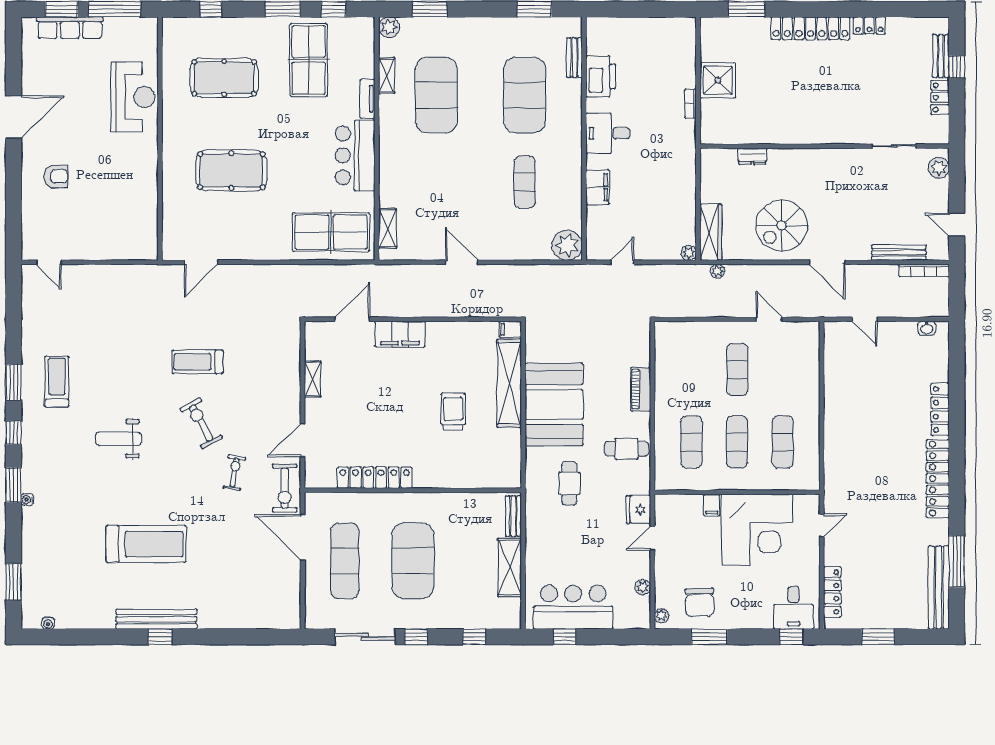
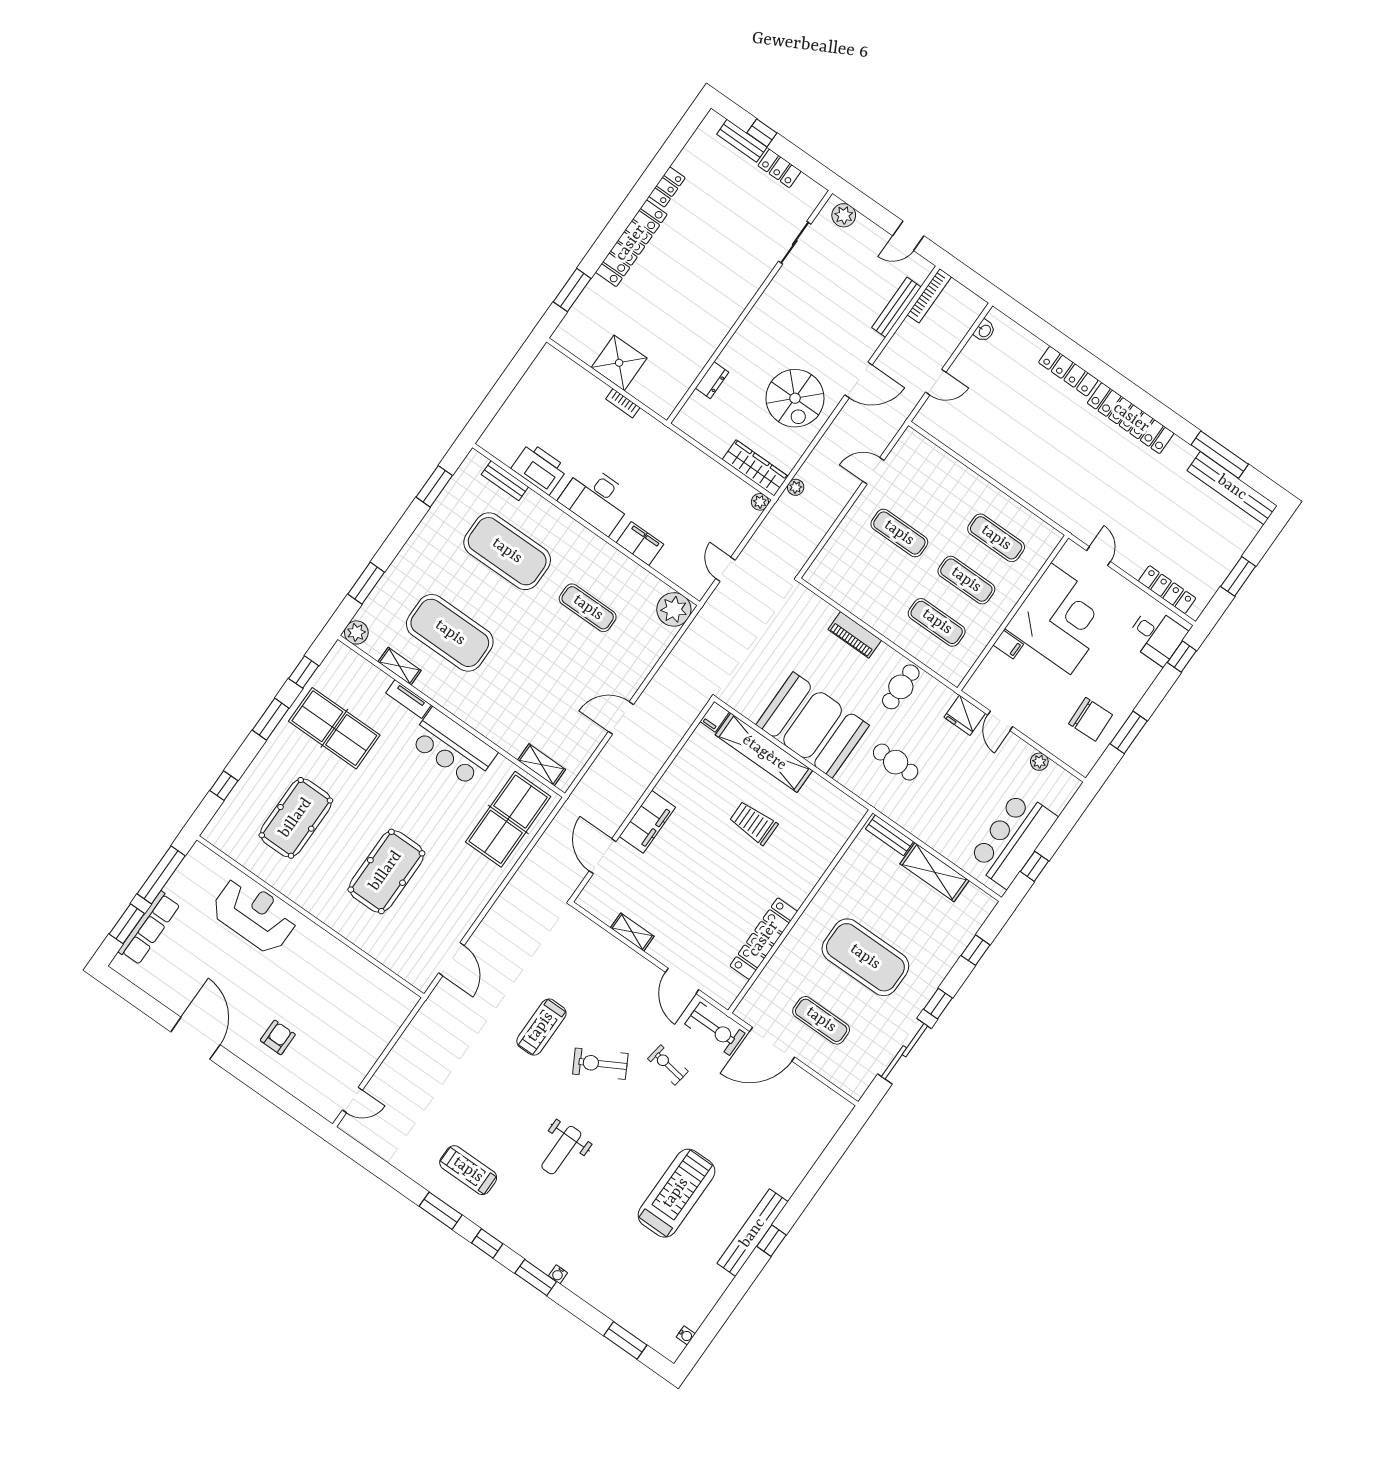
desk: (608, 133) -> (597, 499), width x1.37
exercise mat: (345, 561) -> (821, 1020), width x0.73, depth x0.69
plant: (661, 616) -> (1078, 763), removed

